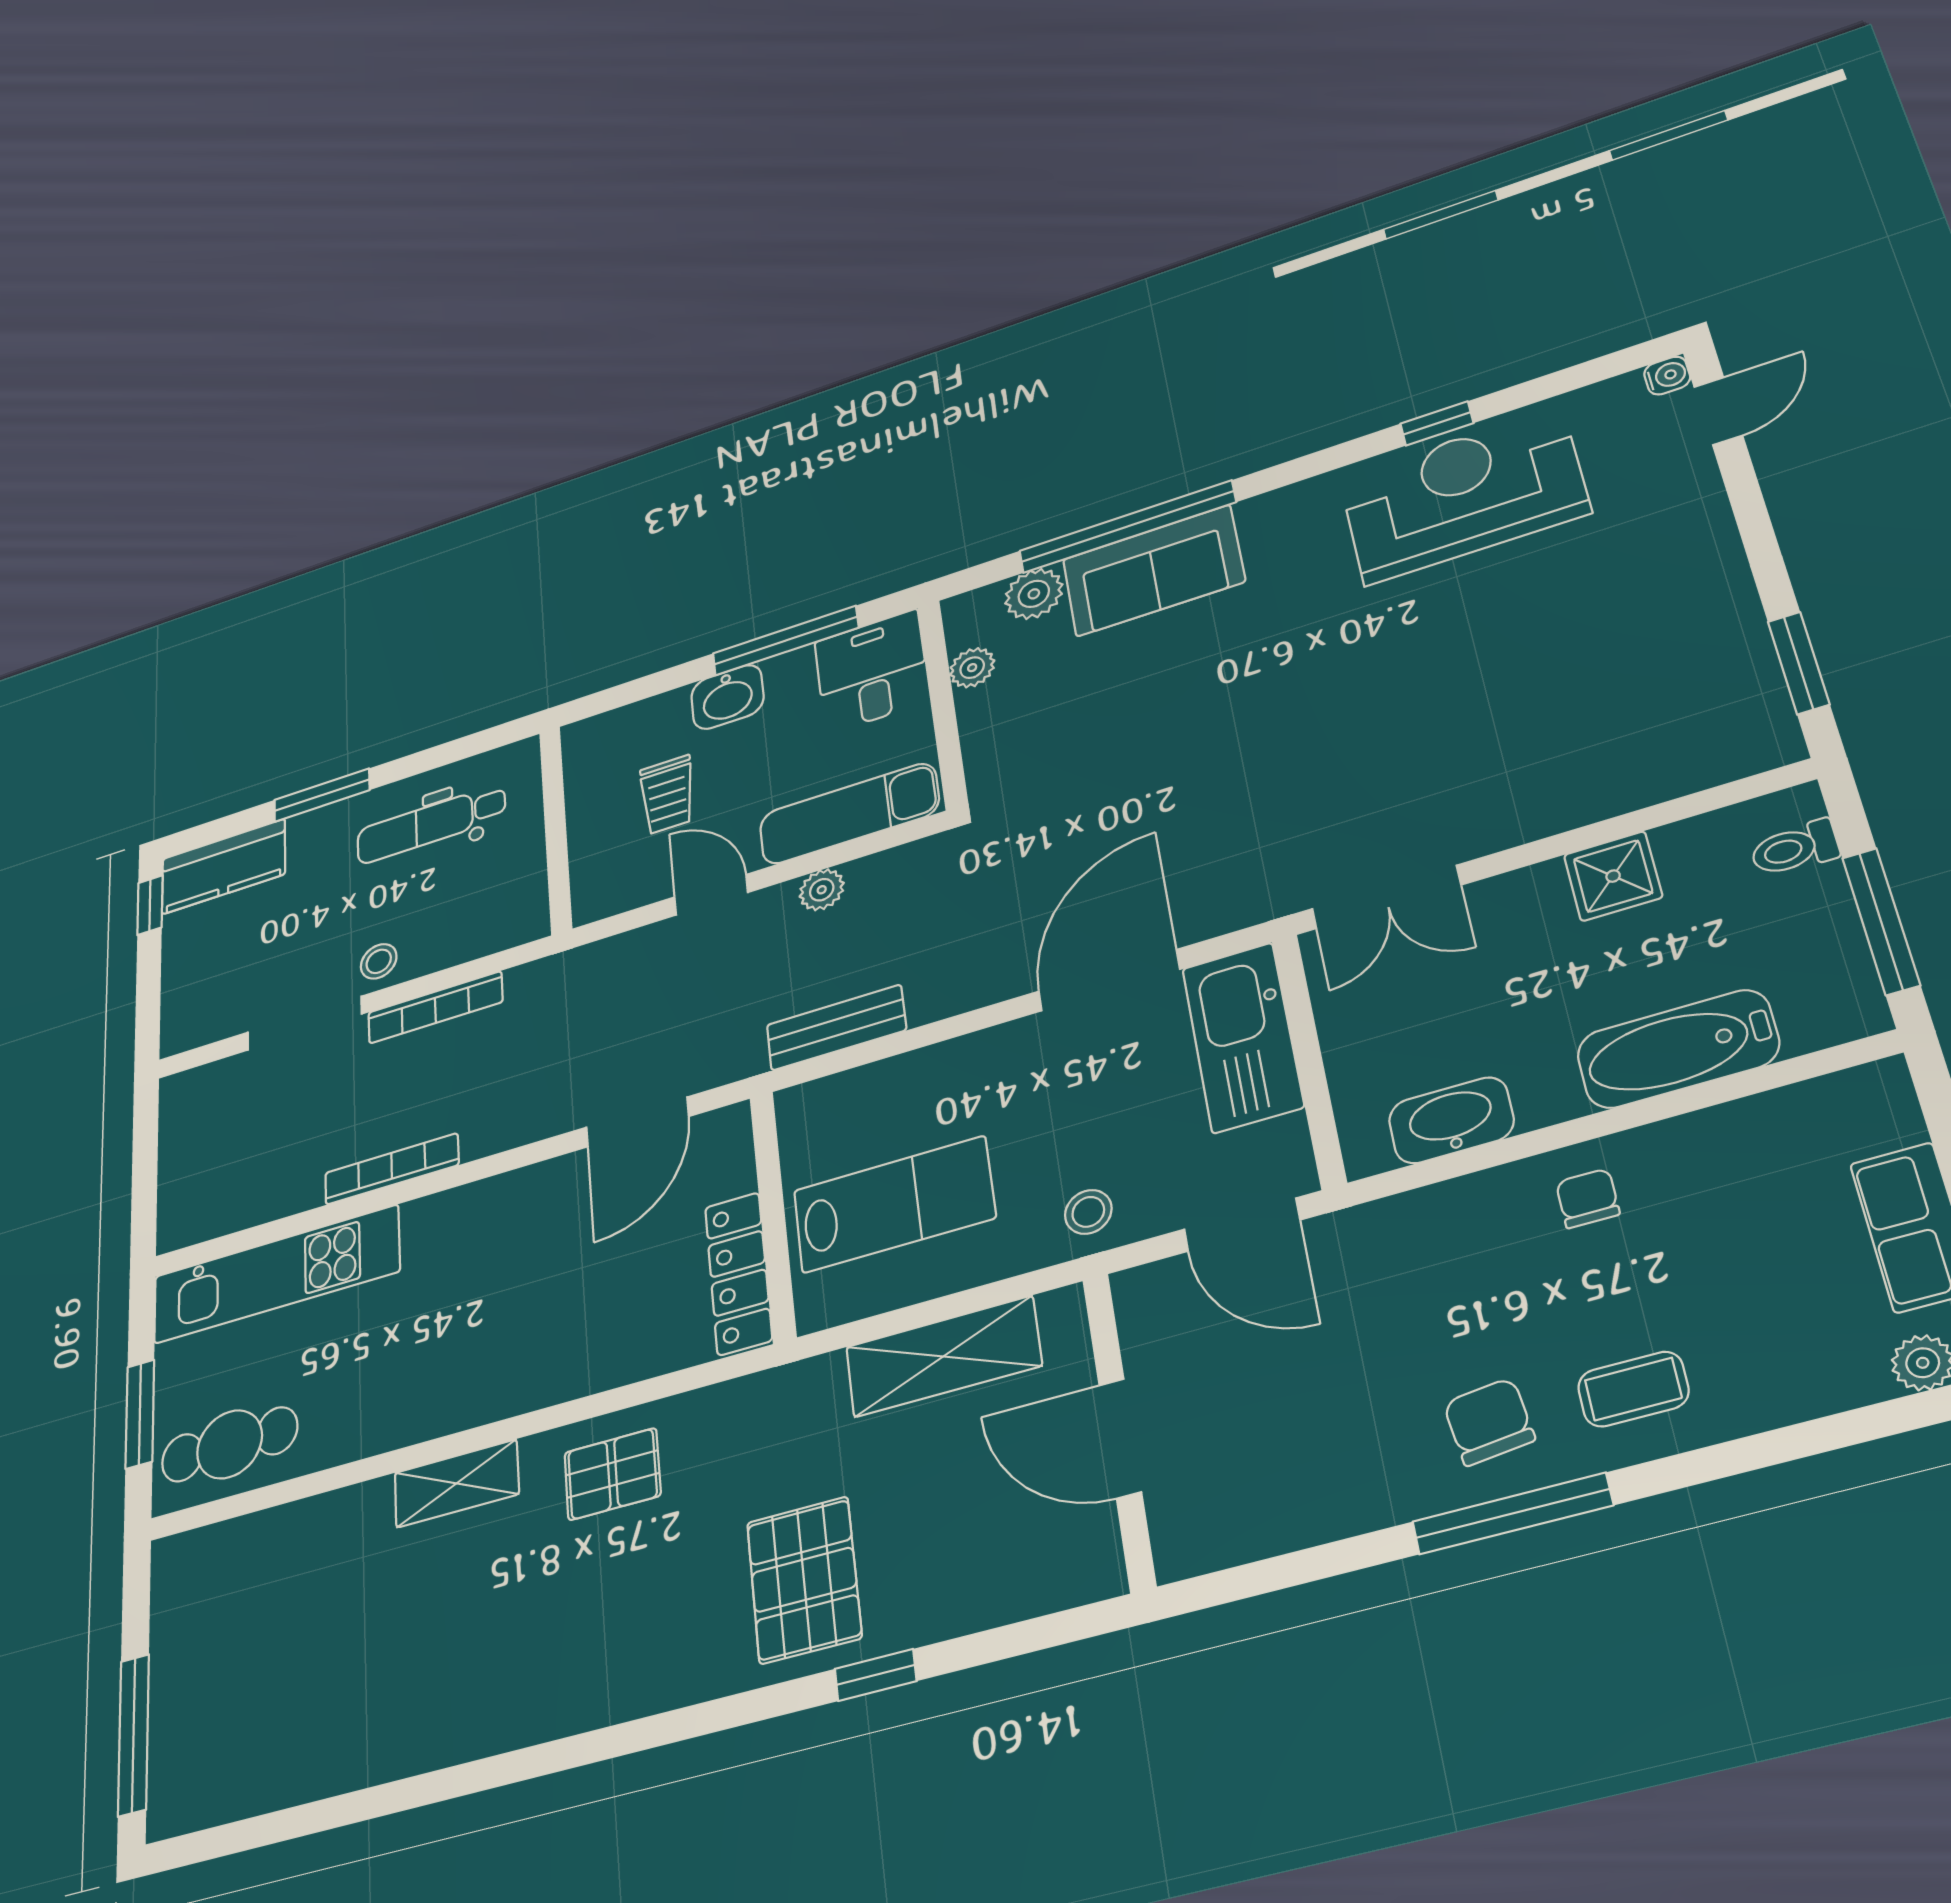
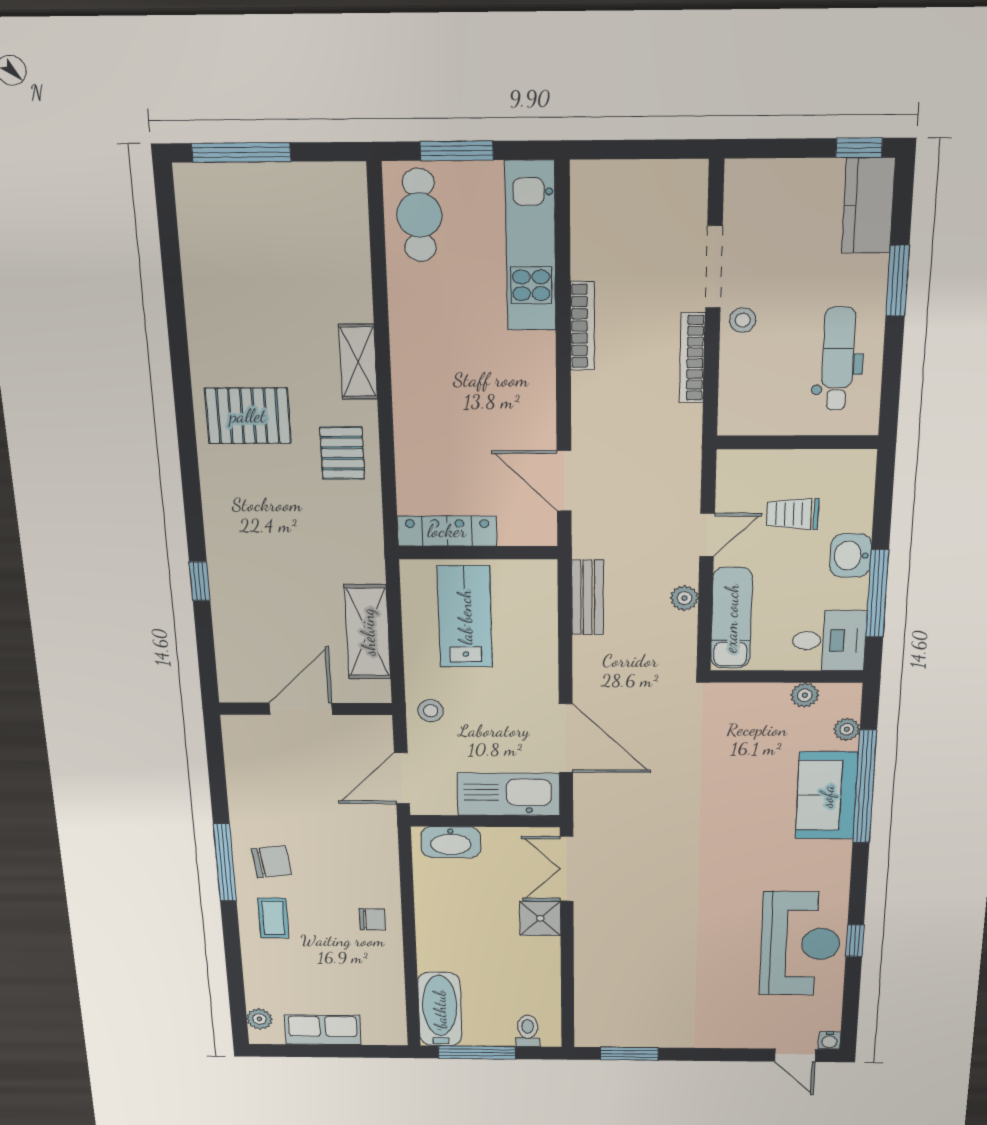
plant: (1034, 594) -> (847, 729), width x0.73, depth x0.73
shower: (1613, 876) -> (540, 918), moved
bathtub: (1678, 1049) -> (440, 1009), moved
washbasin: (1451, 1120) -> (451, 842), moved, turned 90
lab bench: (894, 1204) -> (465, 617), turned 180
pallet: (804, 1580) -> (248, 416), moved

